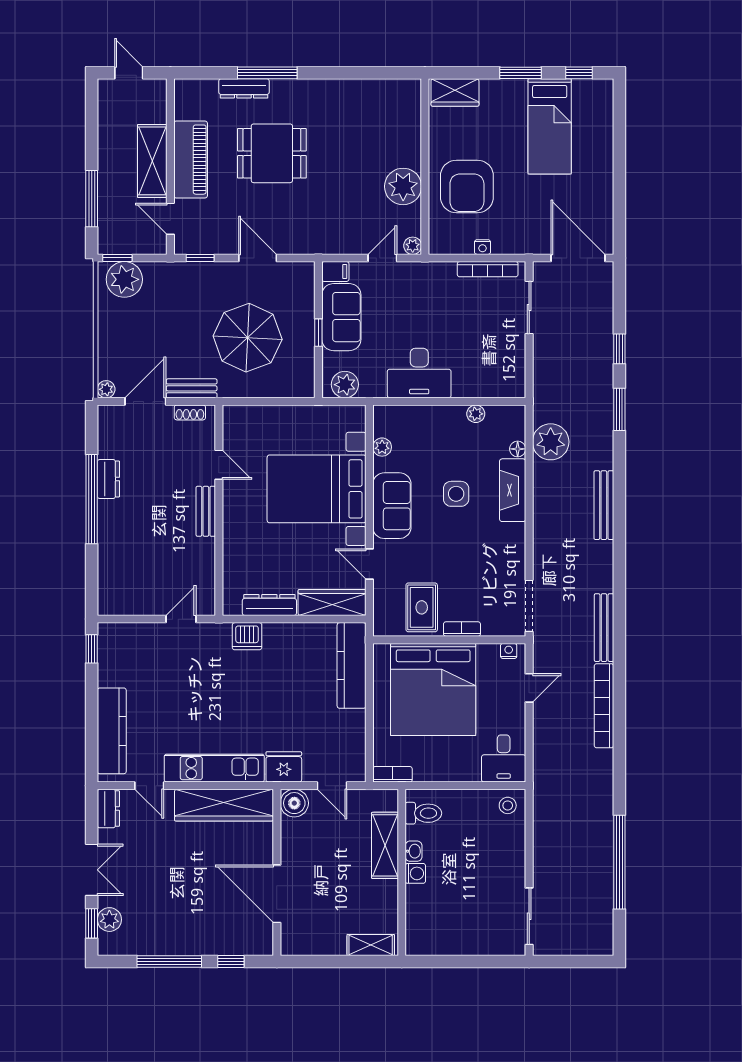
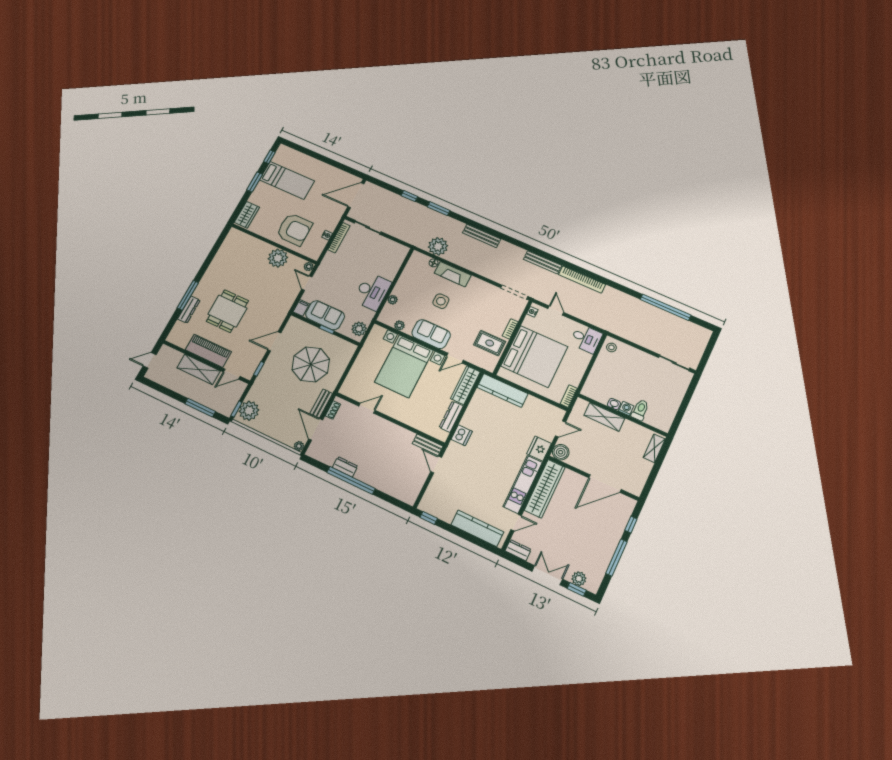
plant: (476, 414) -> (393, 300), moved
bench: (206, 511) -> (428, 445), moved
toilet: (423, 813) -> (640, 410), moved

